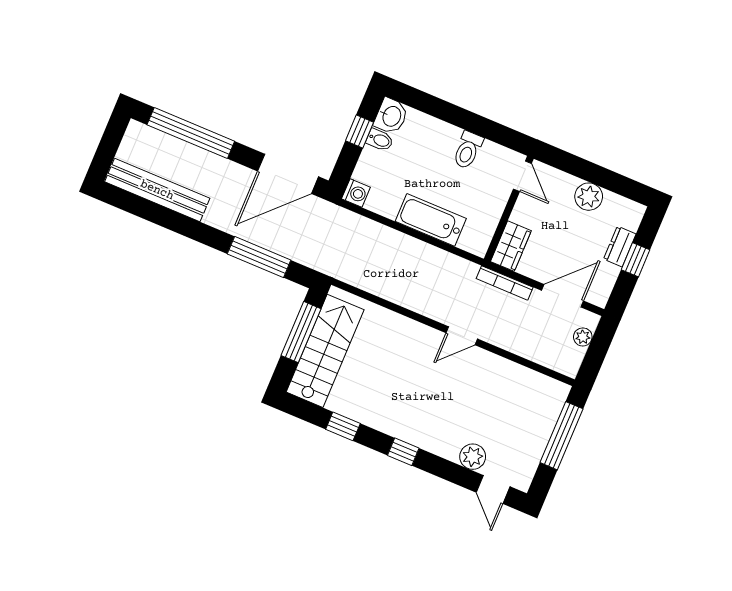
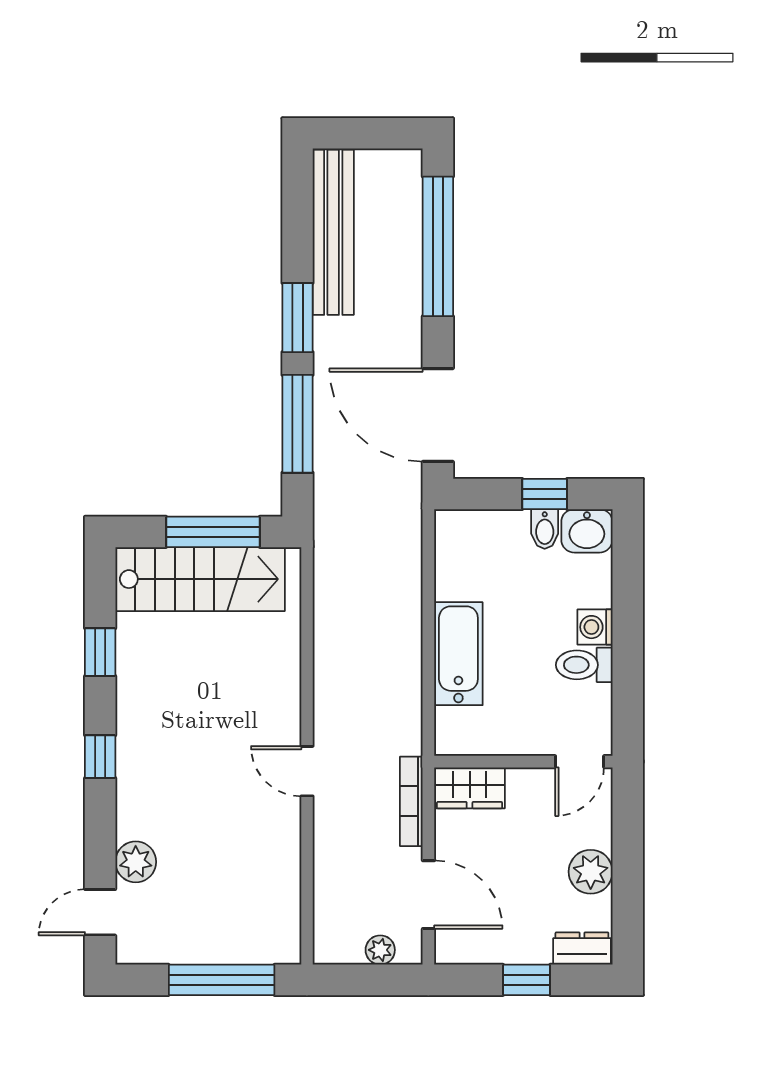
washing machine: (356, 193) -> (595, 627), moved, turned 90
window: (198, 231) -> (297, 318), added
dresser: (620, 247) -> (582, 948), moved

